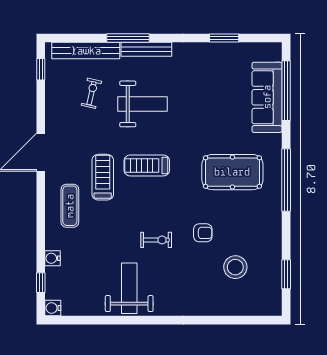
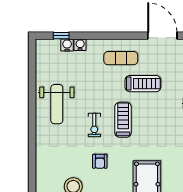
treadmill: (147, 165) -> (123, 120), moved
weight bench: (129, 288) -> (57, 104), turned 90
water cooler: (53, 308) -> (67, 45), moved

